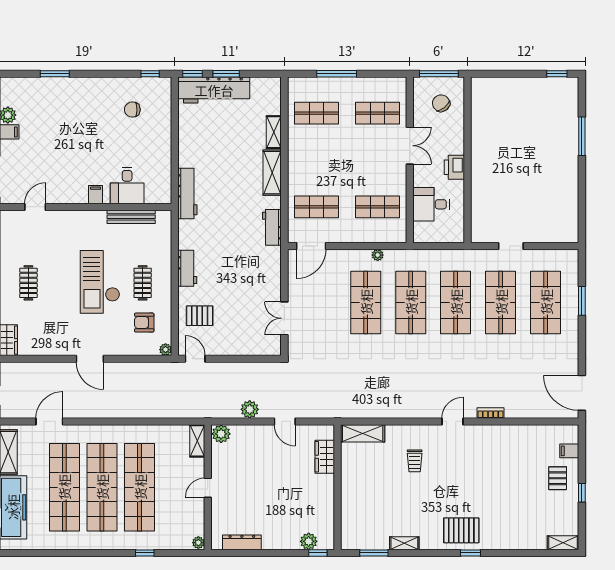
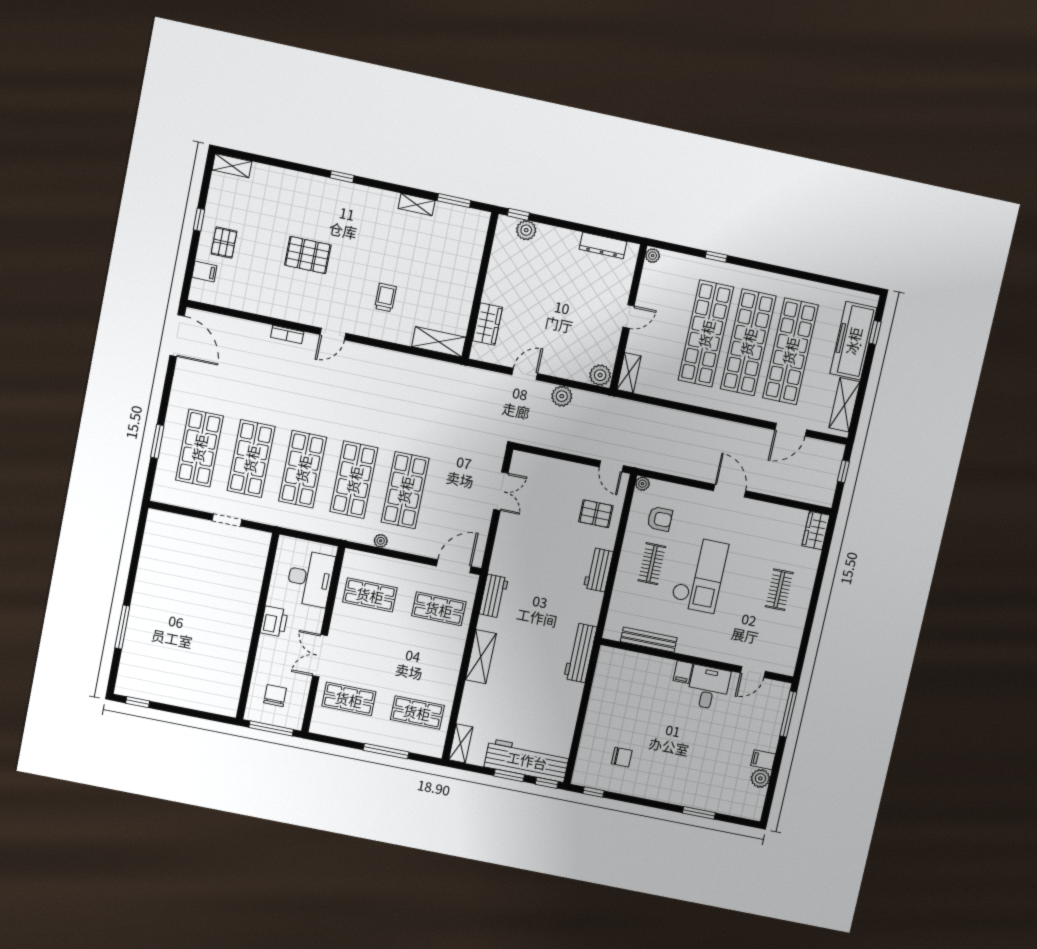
chair: (441, 103) -> (275, 696), turned -142
shelving: (274, 132) -> (461, 743), moved
desk: (127, 186) -> (708, 687), moved
desk: (431, 204) -> (310, 578), width x1.37
door: (285, 421) -> (525, 374), hinge flipped
pallet: (461, 530) -> (308, 255), moved

